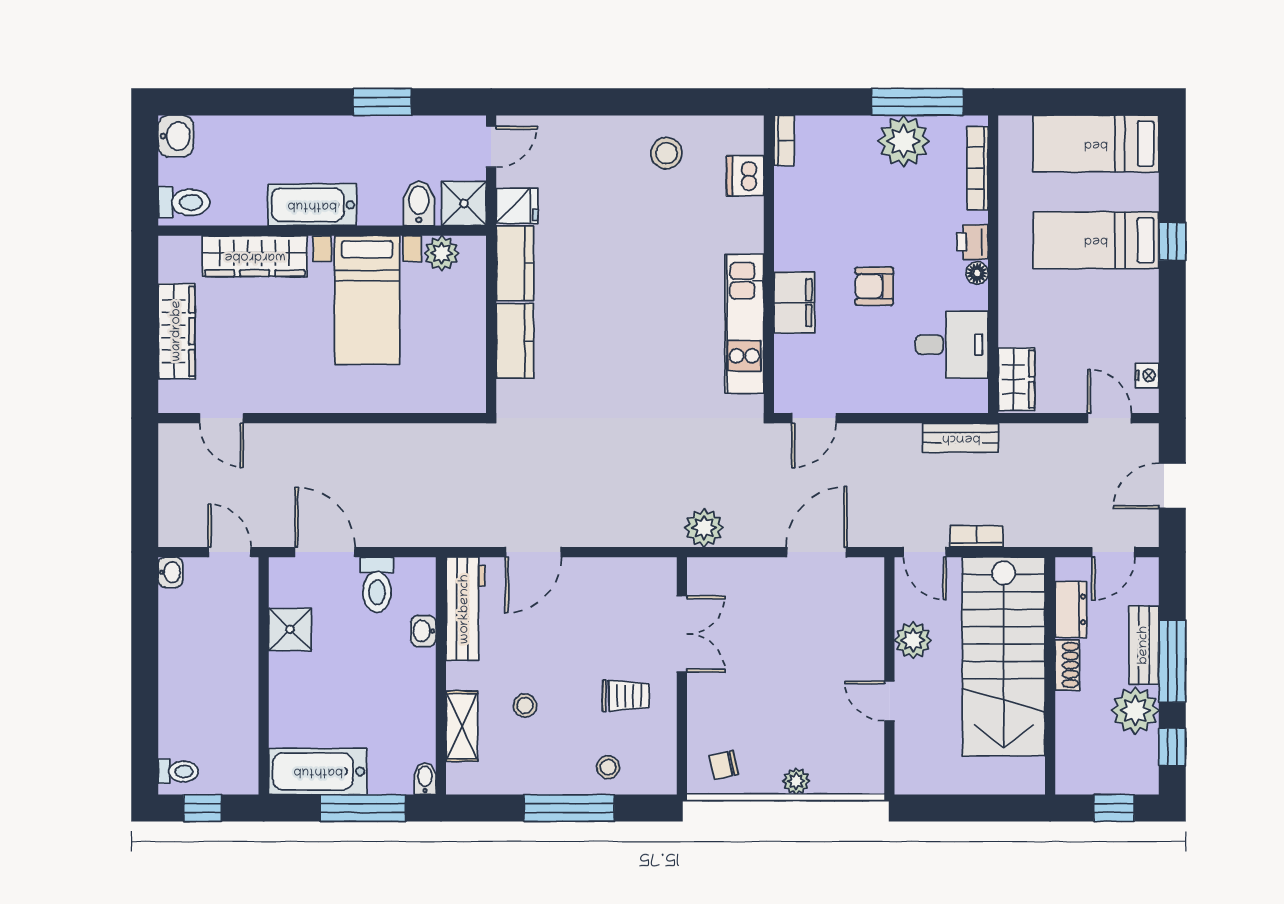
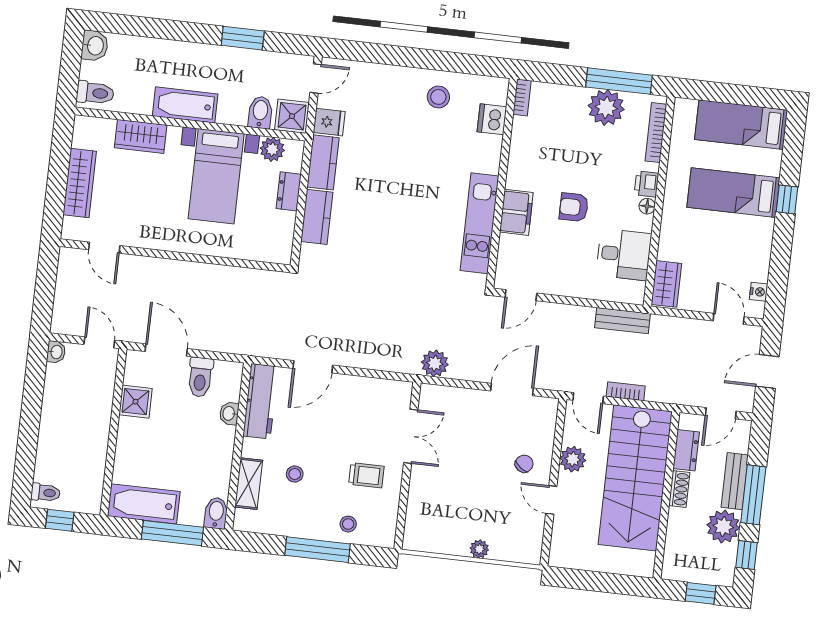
wardrobe: (255, 256) -> (141, 136), width x0.67
dresser: (471, 310) -> (289, 191), added
chair: (724, 765) -> (524, 464), moved, turned 139
bidet: (425, 779) -> (216, 513), width x1.38, depth x1.36

